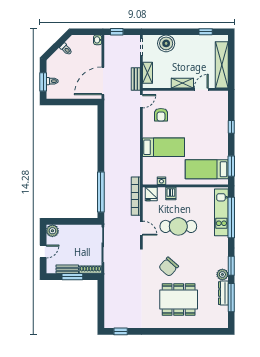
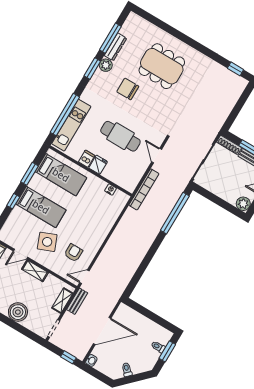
boiler: (166, 43) -> (18, 312), moved
door: (103, 81) -> (102, 331), moved
side table: (186, 111) -> (47, 242), added
bed: (164, 147) -> (41, 207), moved, turned 180
window: (231, 166) -> (29, 174), moved
dishwasher: (171, 193) -> (87, 159), moved
fridge: (151, 194) -> (98, 165), moved
chair: (169, 267) -> (128, 89), moved, turned -132

